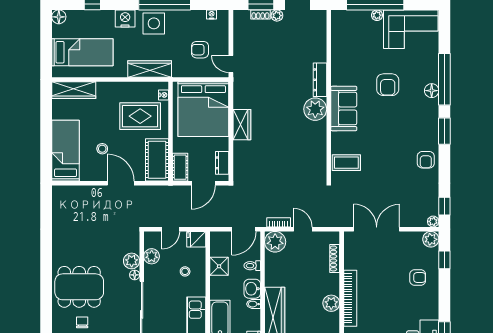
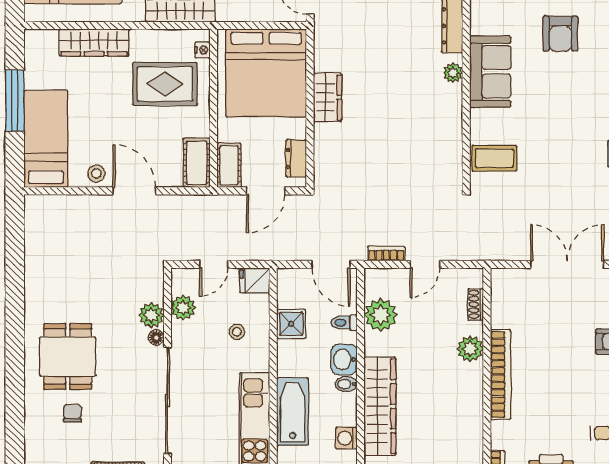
wardrobe: (74, 90) -> (94, 43), moved
plant: (315, 109) -> (453, 73), width x0.53, depth x0.53
window: (46, 127) -> (15, 101), added
stool: (102, 149) -> (96, 174), moved
cot: (157, 160) -> (197, 163), width x0.73, depth x0.75
door: (244, 229) -> (331, 264), hinge flipped
door: (303, 229) -> (425, 264), swing flipped
double door: (377, 229) -> (567, 264), moved
plant: (275, 242) -> (381, 315), moved
shoe rack: (335, 258) -> (476, 304), width x0.70
dining table: (79, 287) -> (68, 356), width x0.73
plant: (331, 303) -> (470, 349), moved

